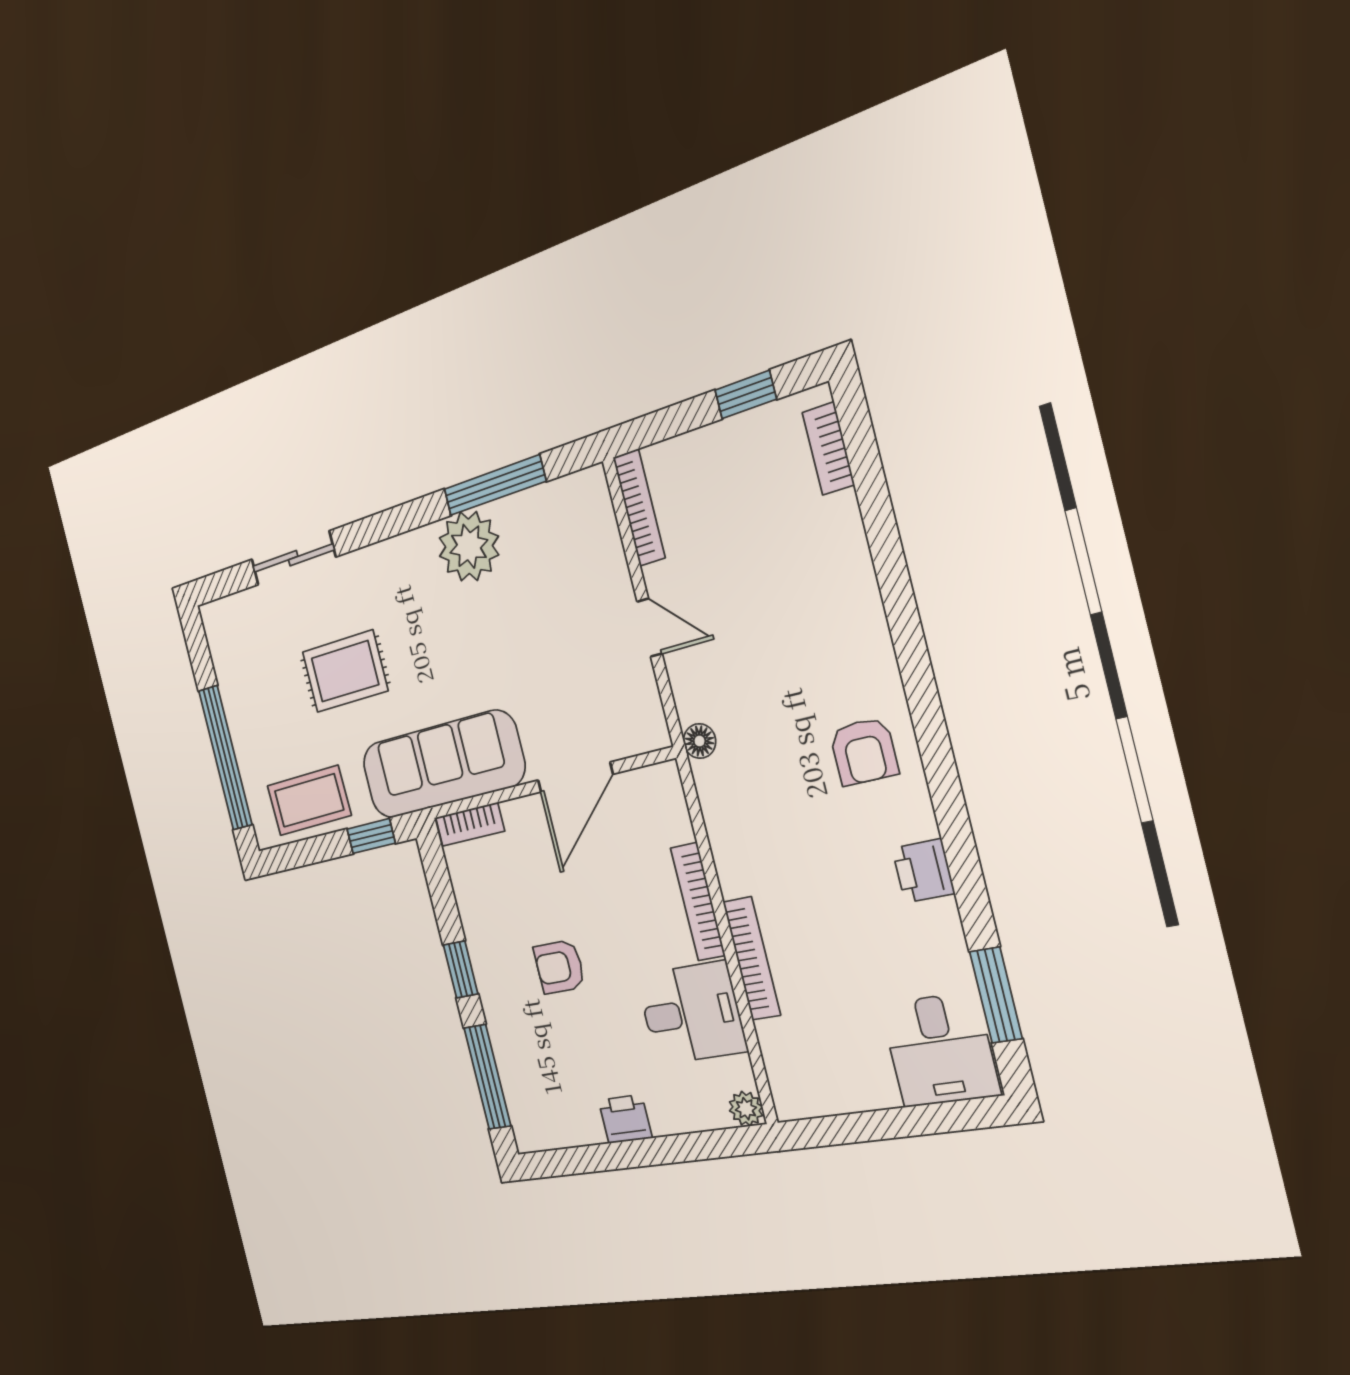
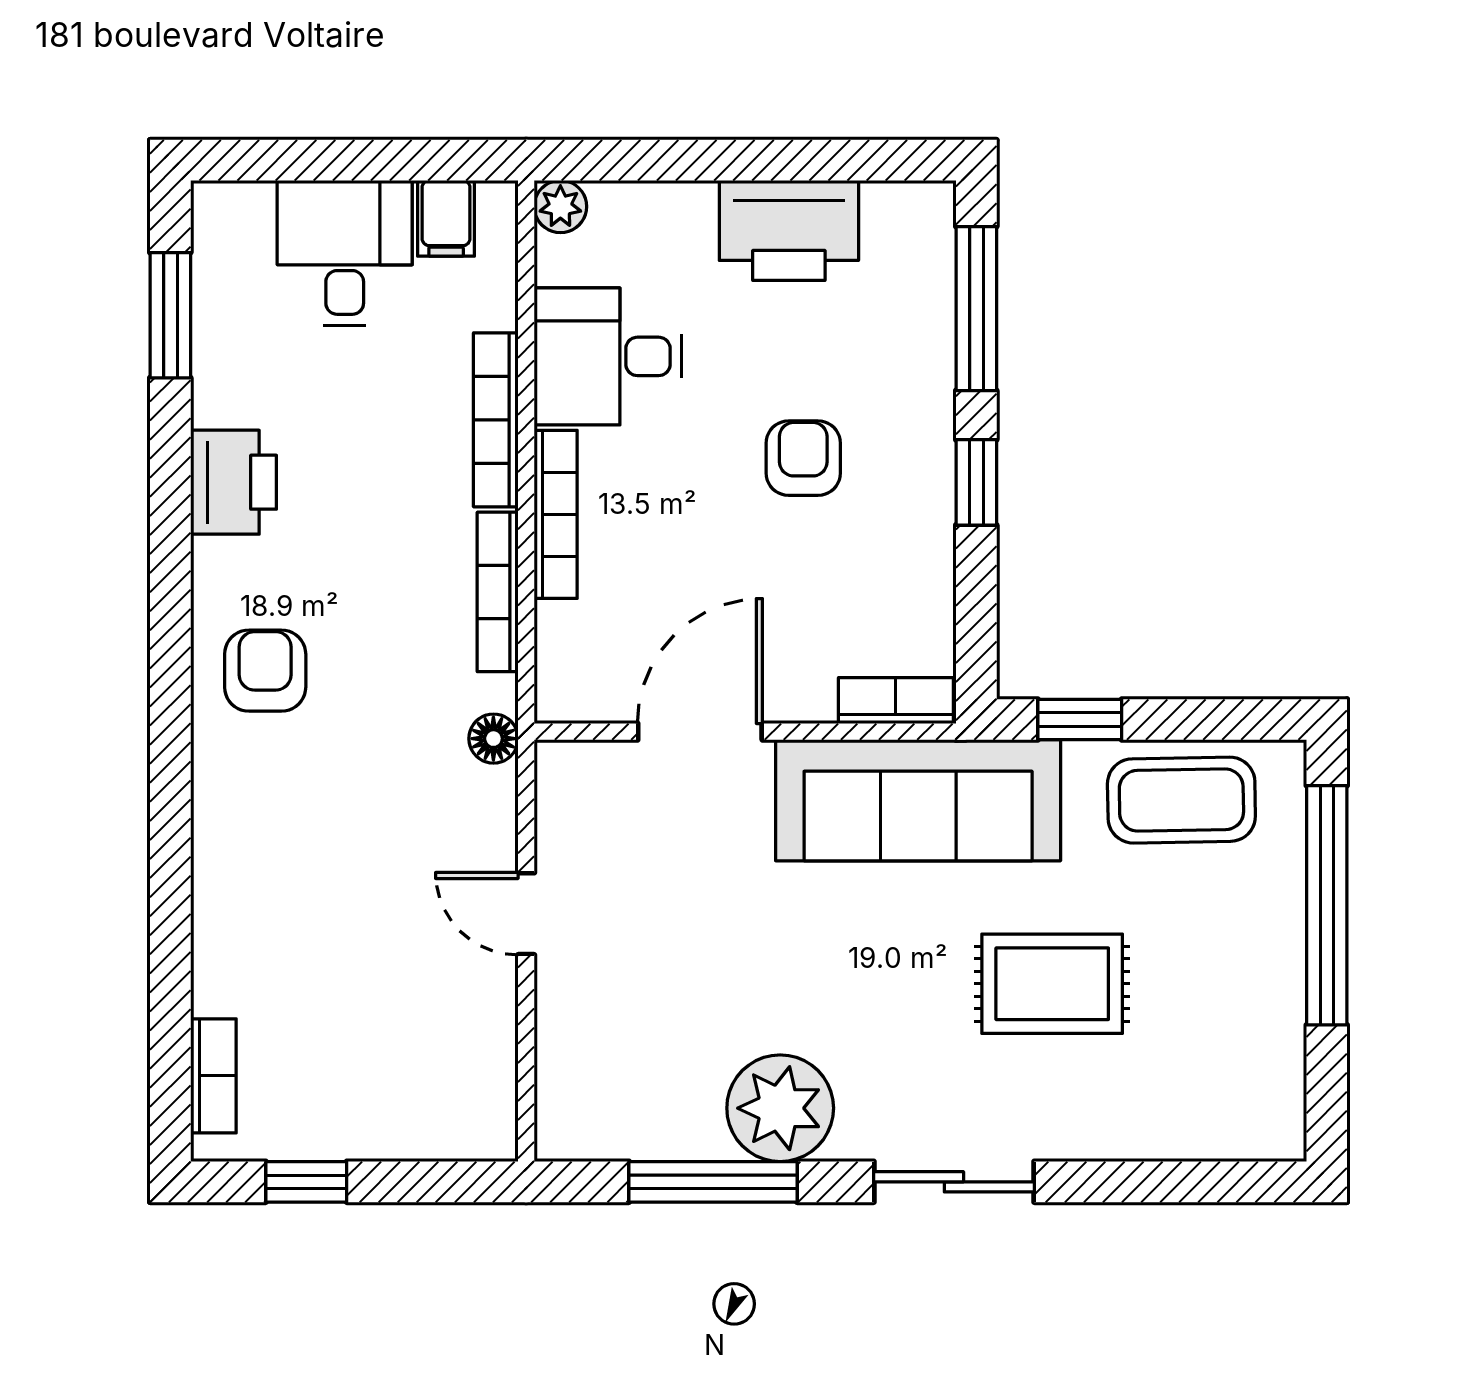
bookcase: (639, 508) -> (498, 592), moved
sliding door: (293, 558) -> (954, 1182), moved
printer: (923, 871) -> (233, 482), width x1.36, depth x1.24
armchair: (559, 967) -> (803, 458), turned -90
desk: (940, 1050) -> (345, 253), moved
filing cabinet: (818, 1091) -> (446, 218), added
printer: (625, 1119) -> (789, 230), width x1.87, depth x1.48

